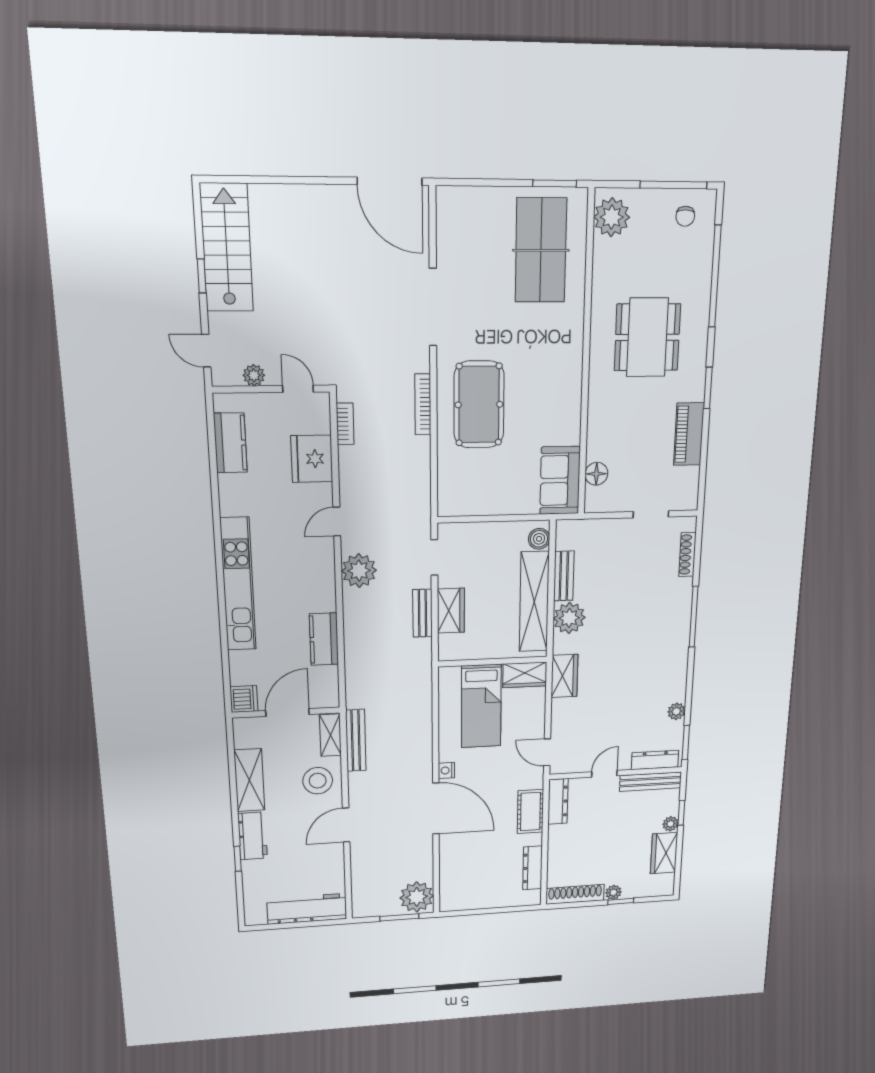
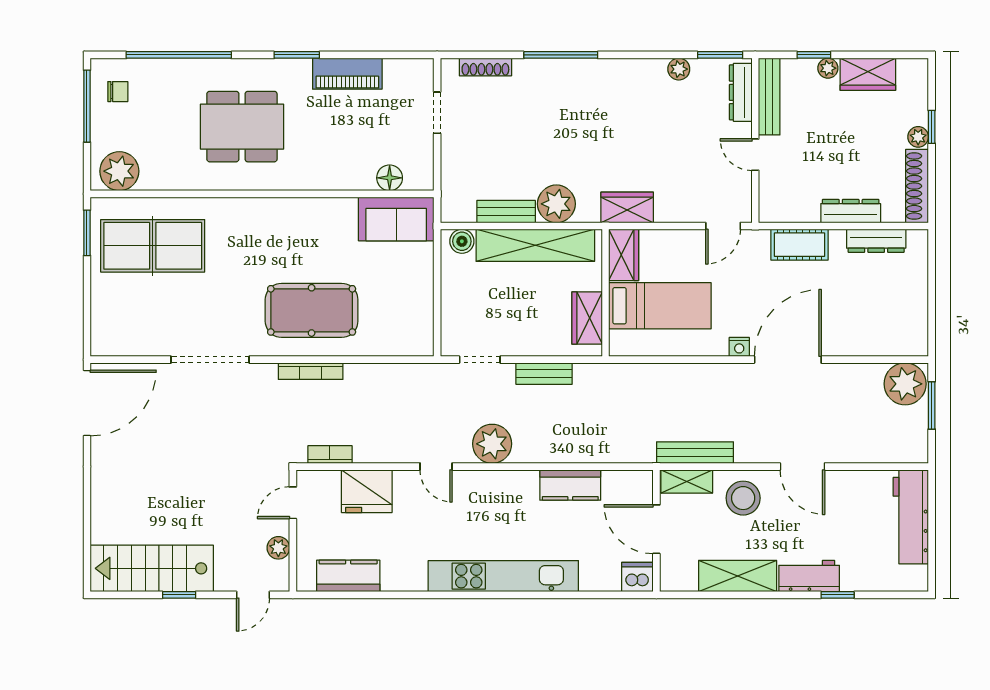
wardrobe: (451, 611) -> (587, 318), moved, turned -90
dresser: (558, 801) -> (851, 211), moved

